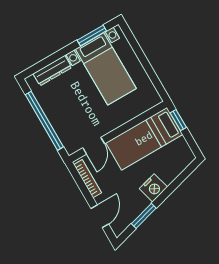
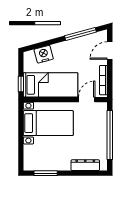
bed with nightstands: (106, 69) -> (48, 123), moved, turned 90
nightstand: (153, 188) -> (44, 54), moved
window: (144, 216) -> (81, 34), width x1.44

